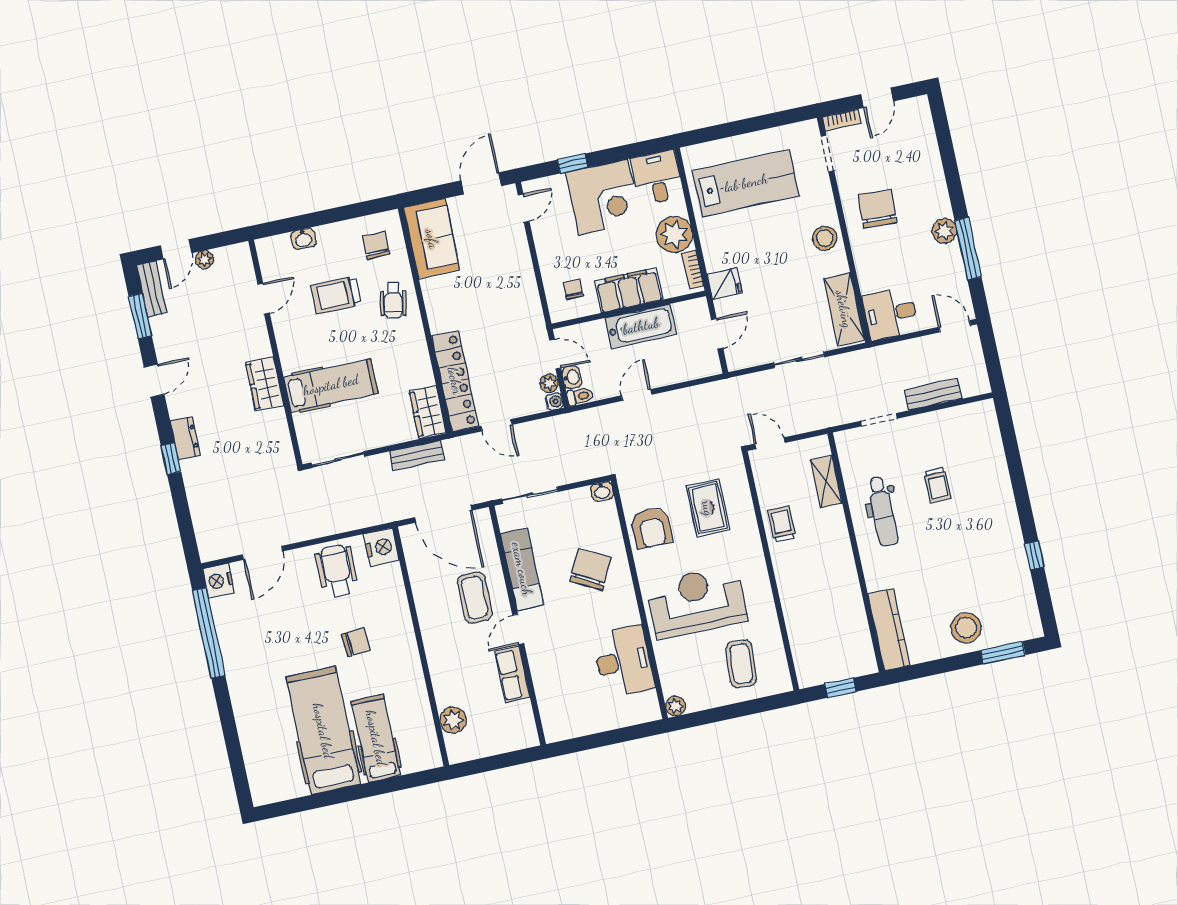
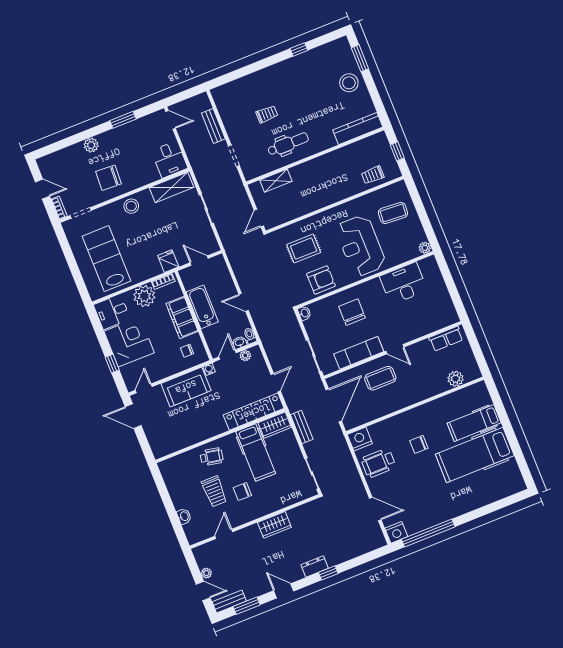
door: (524, 208) -> (144, 388), hinge flipped
plant: (944, 231) -> (91, 145), moved
sofa: (432, 239) -> (186, 387), moved, turned 180
chair: (376, 245) -> (242, 492), moved
window: (968, 249) -> (123, 120), width x0.69
door: (264, 299) -> (224, 534), hinge flipped
door: (955, 326) -> (171, 120), swing flipped
hospital bed: (331, 385) -> (256, 453), moved, turned 180
water cooler: (554, 402) -> (209, 369), moved
trolley: (782, 524) -> (373, 175), moved
chair: (591, 569) -> (352, 312), turned 62
chair: (356, 642) -> (419, 444), turned -85
row of seats: (512, 674) -> (446, 339), moved

